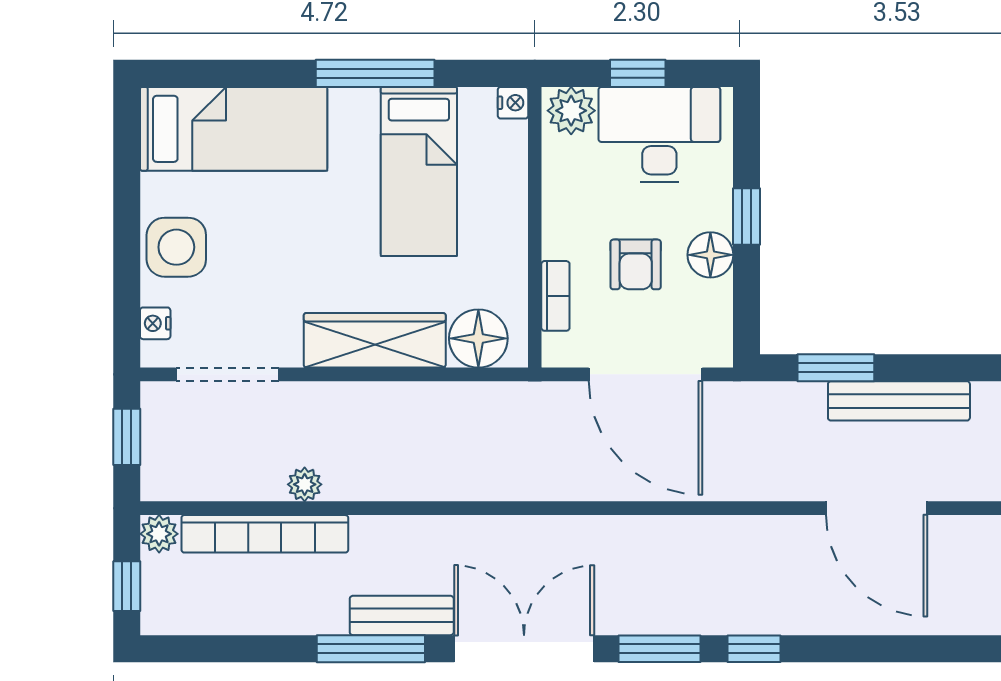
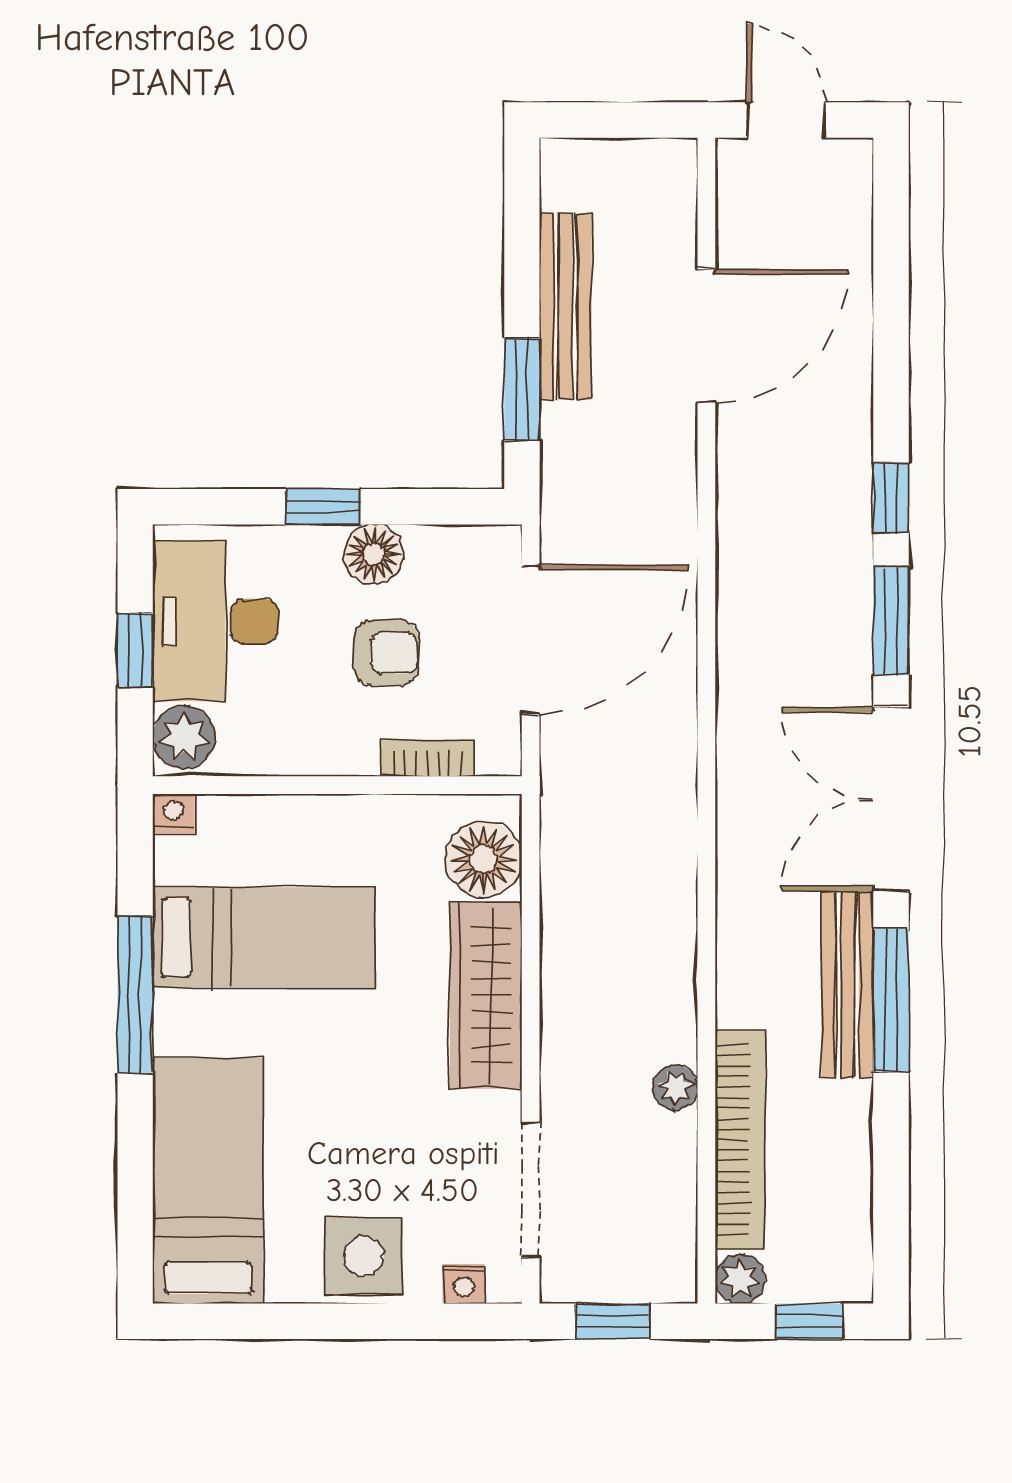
bench: (402, 615) -> (847, 985), width x1.36

